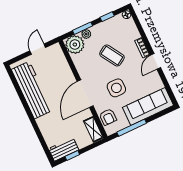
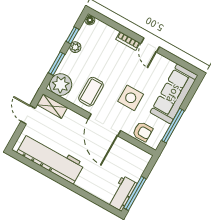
plant: (86, 34) -> (75, 47), moved
coffee table: (112, 56) -> (91, 92), moved, turned -58
shelving: (93, 129) -> (52, 106), moved
window: (72, 155) -> (135, 193), width x2.17

